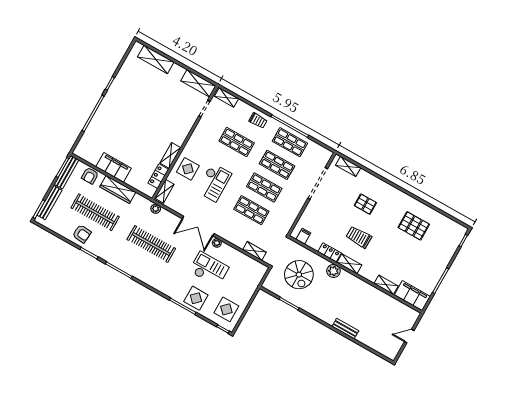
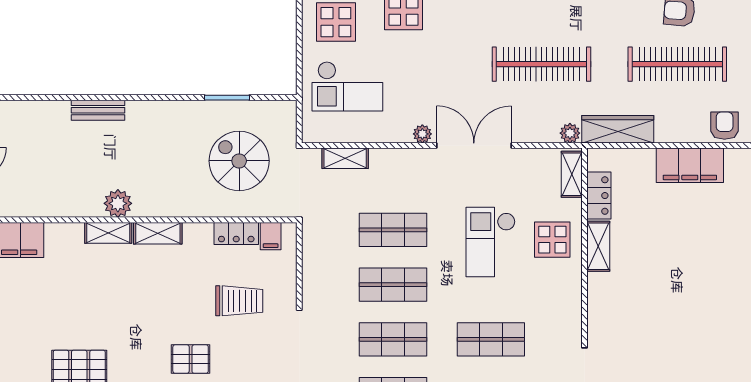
wardrobe: (118, 189) -> (618, 129), moved
trolley: (359, 237) -> (239, 301), moved
locker: (330, 252) -> (236, 233), moved
checkout: (209, 269) -> (347, 86), moved
plant: (333, 271) -> (118, 203), moved
shelving: (386, 285) -> (108, 233), moved

